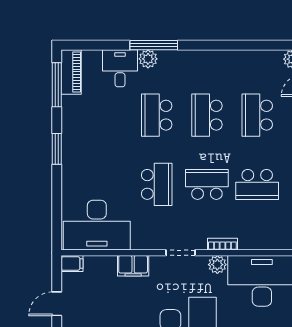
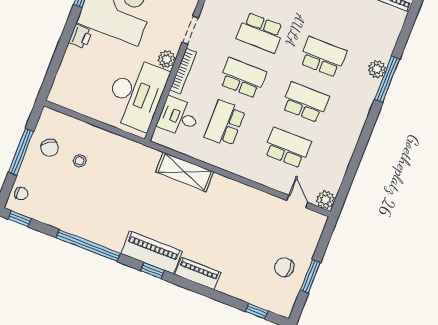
desk: (120, 68) -> (179, 117), moved, turned 180
school desk: (207, 184) -> (243, 78), turned -90
bookcase: (222, 244) -> (183, 71), width x1.56

